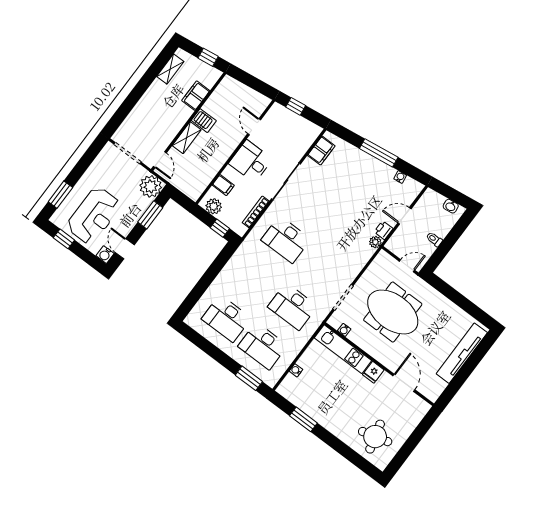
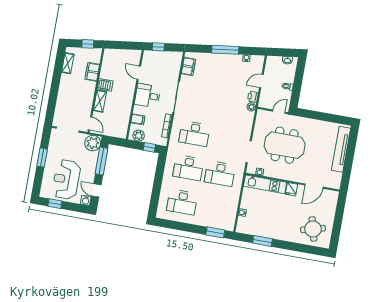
window: (60, 195) -> (42, 158), moved
window: (150, 215) -> (102, 161), width x1.44
reception desk: (94, 216) -> (66, 179), turned 180
desk: (263, 346) -> (188, 168), moved
door: (404, 383) -> (314, 186), swing flipped

